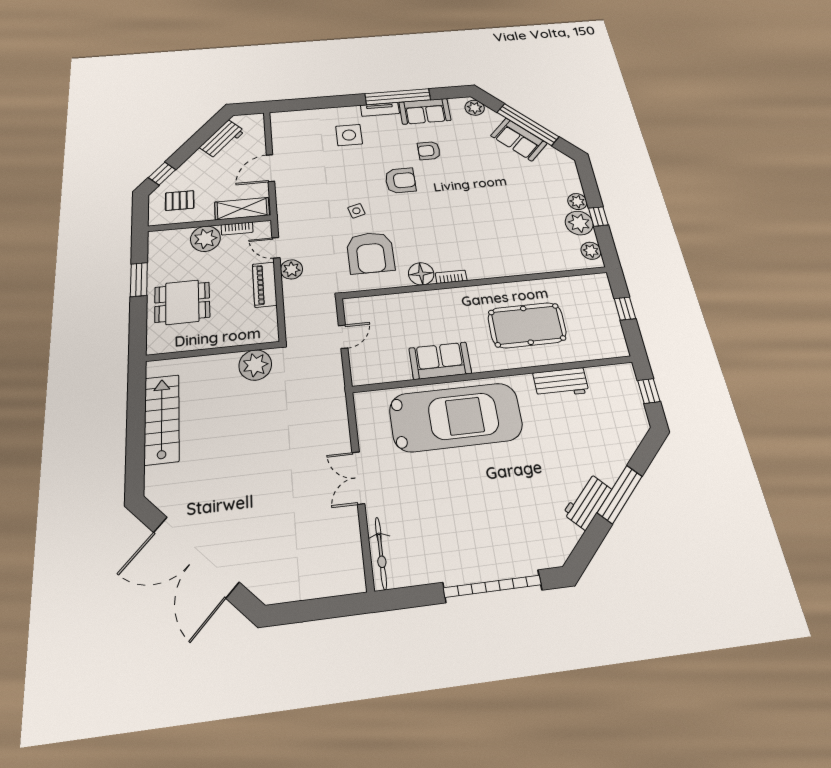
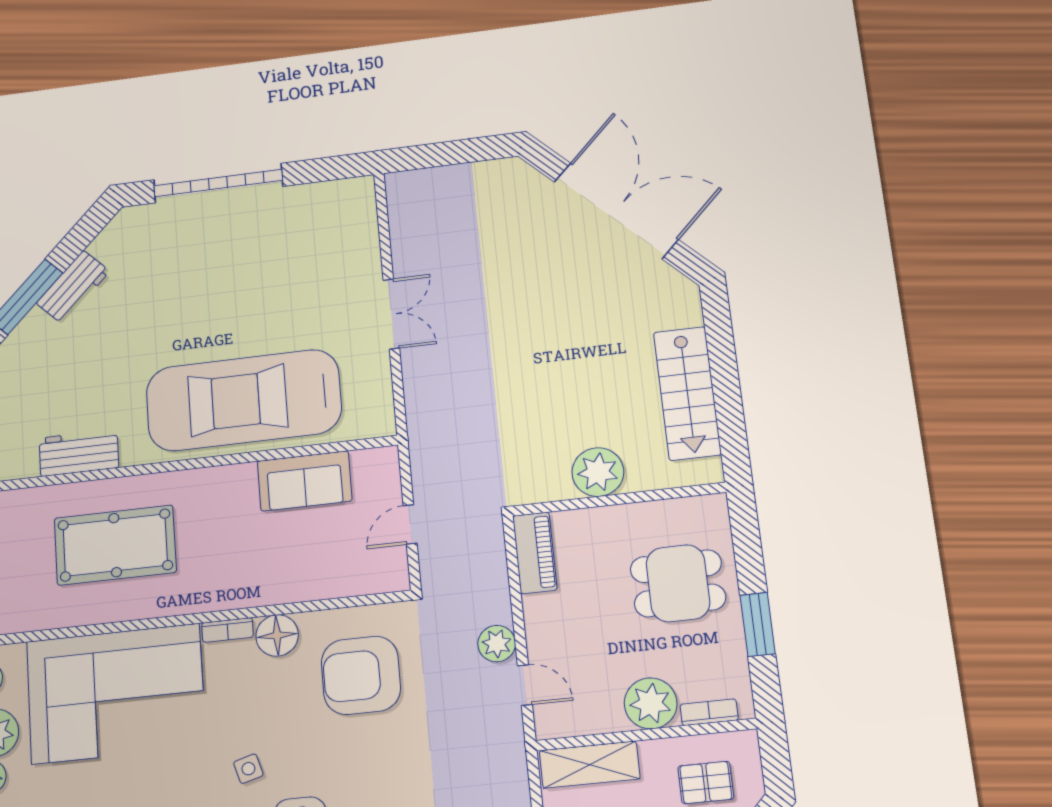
side table: (356, 211) -> (248, 769), moved
bookcase: (237, 228) -> (709, 712), moved
corner sofa: (513, 243) -> (116, 694), added
armchair: (370, 253) -> (361, 675), turned -90
piano: (265, 285) -> (535, 553), moved
sofa: (440, 361) -> (305, 481), moved
plant: (255, 365) -> (598, 472), moved
bicycle: (381, 553) -> (363, 219), removed

